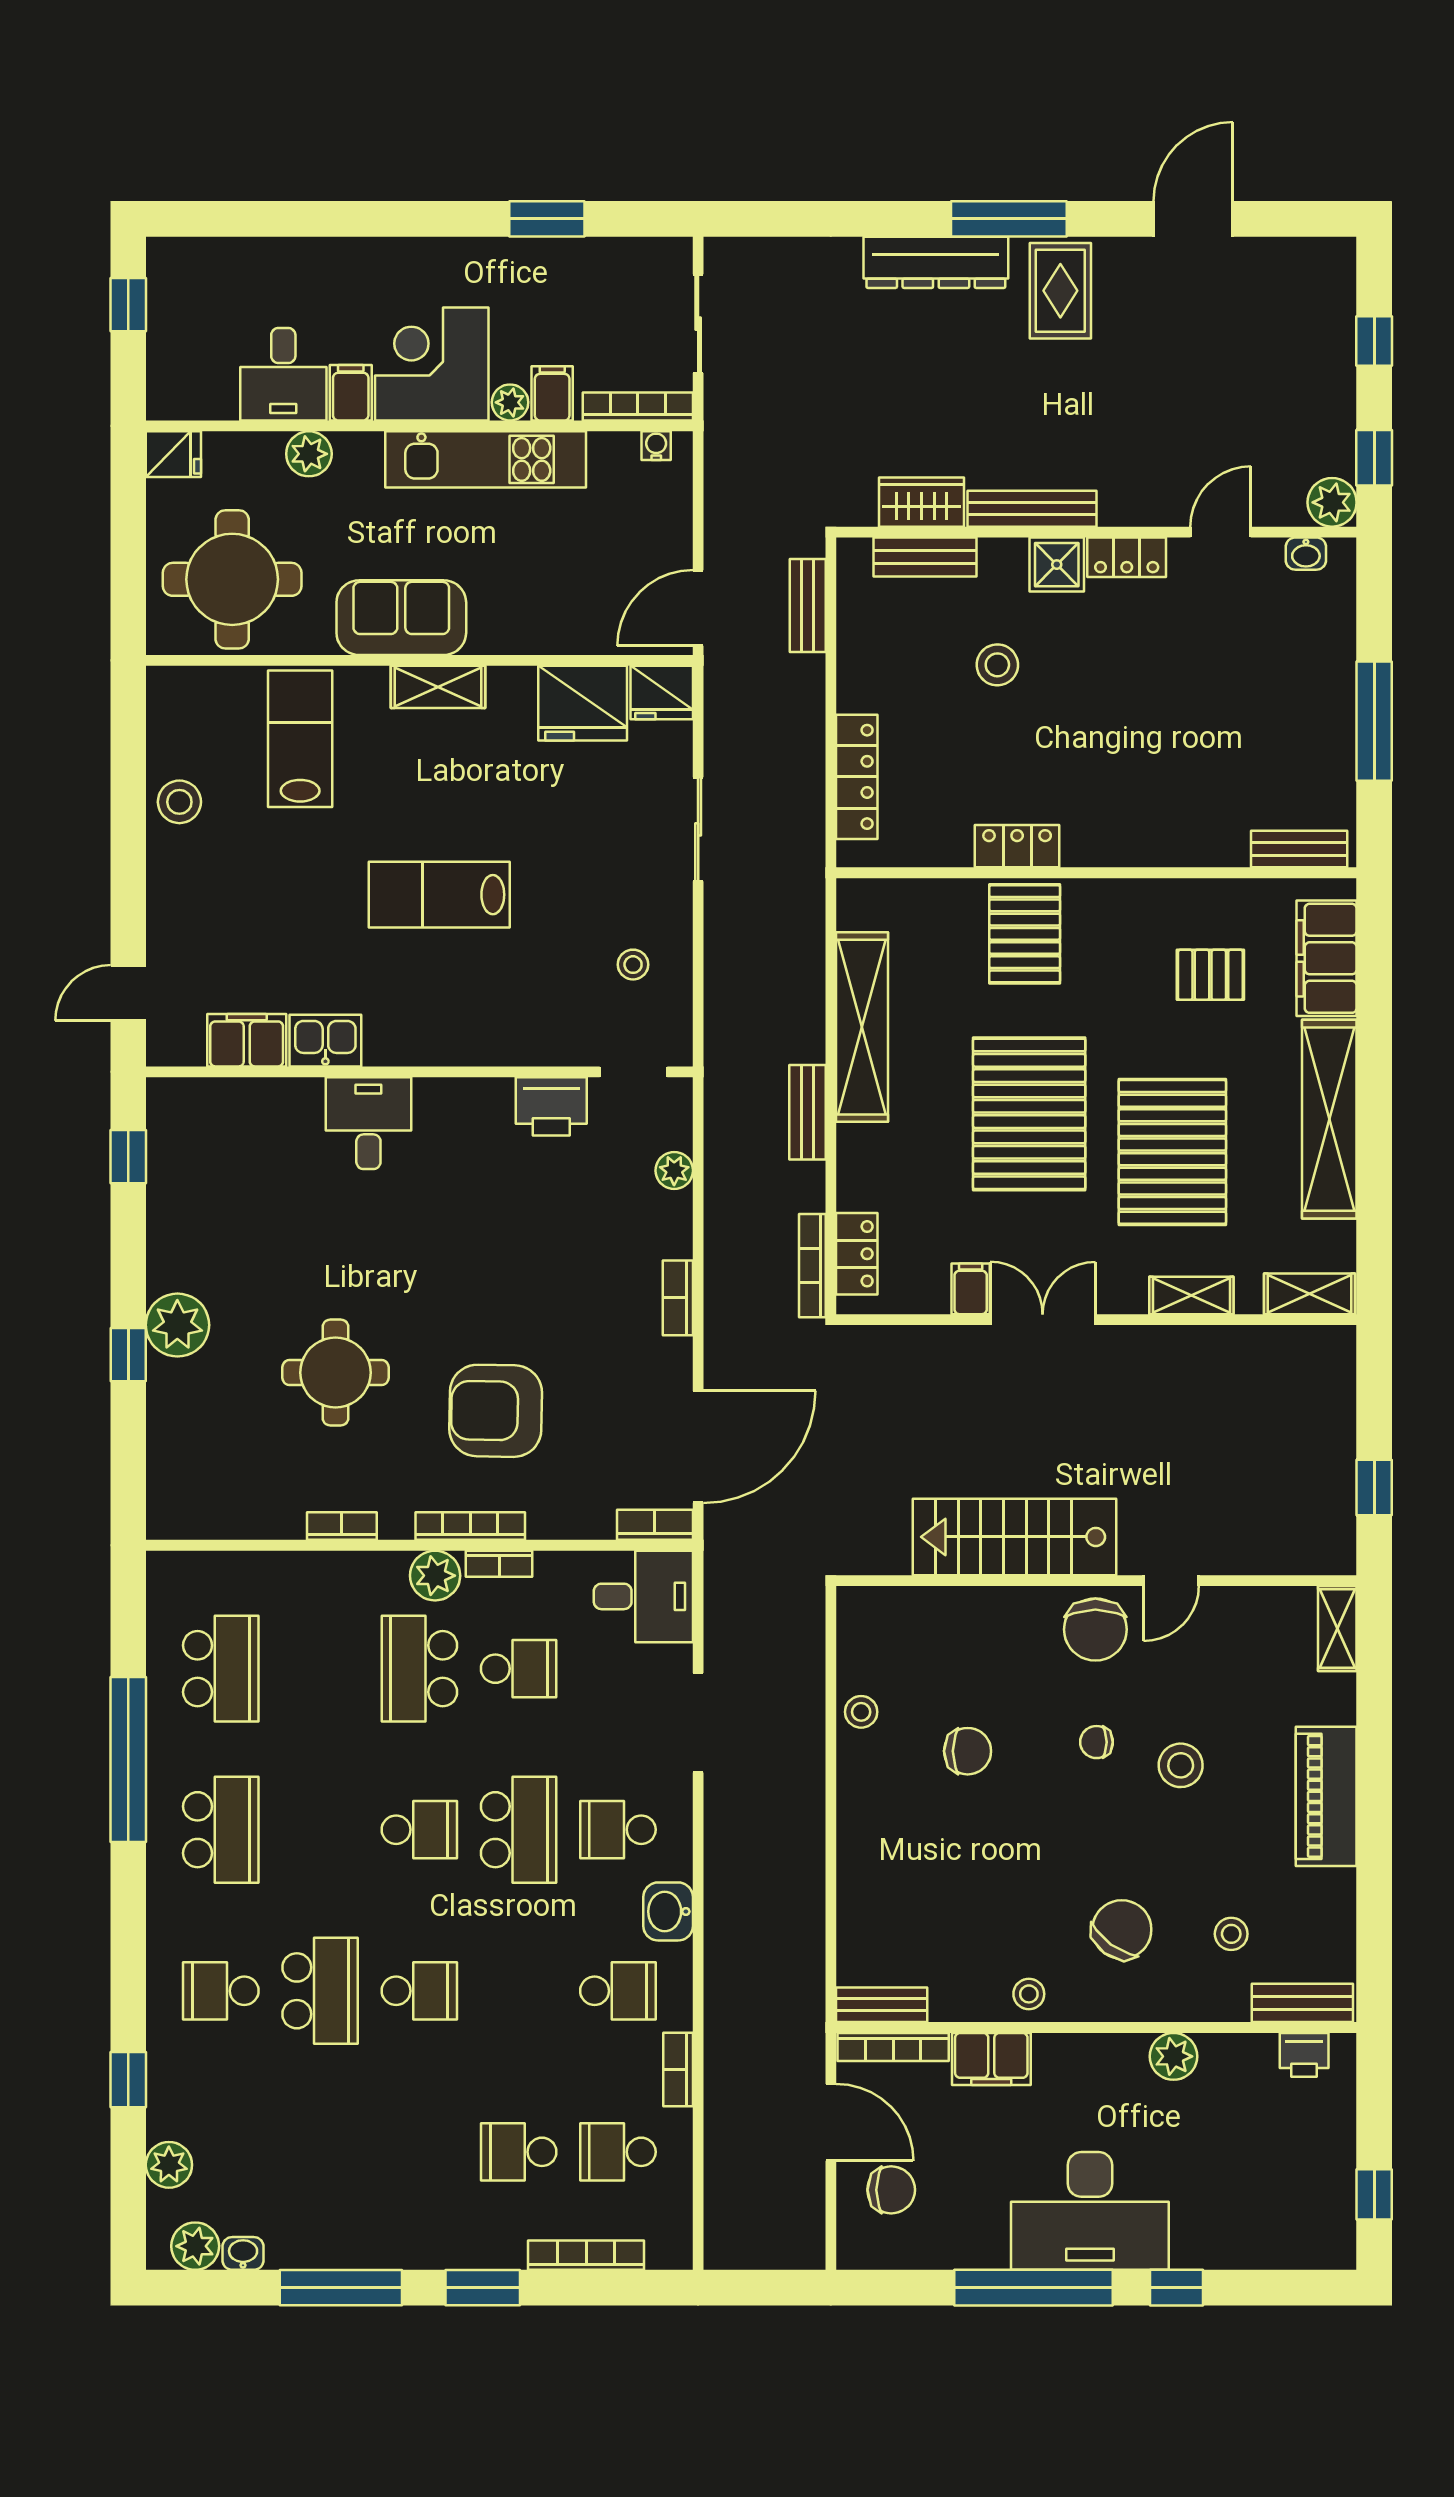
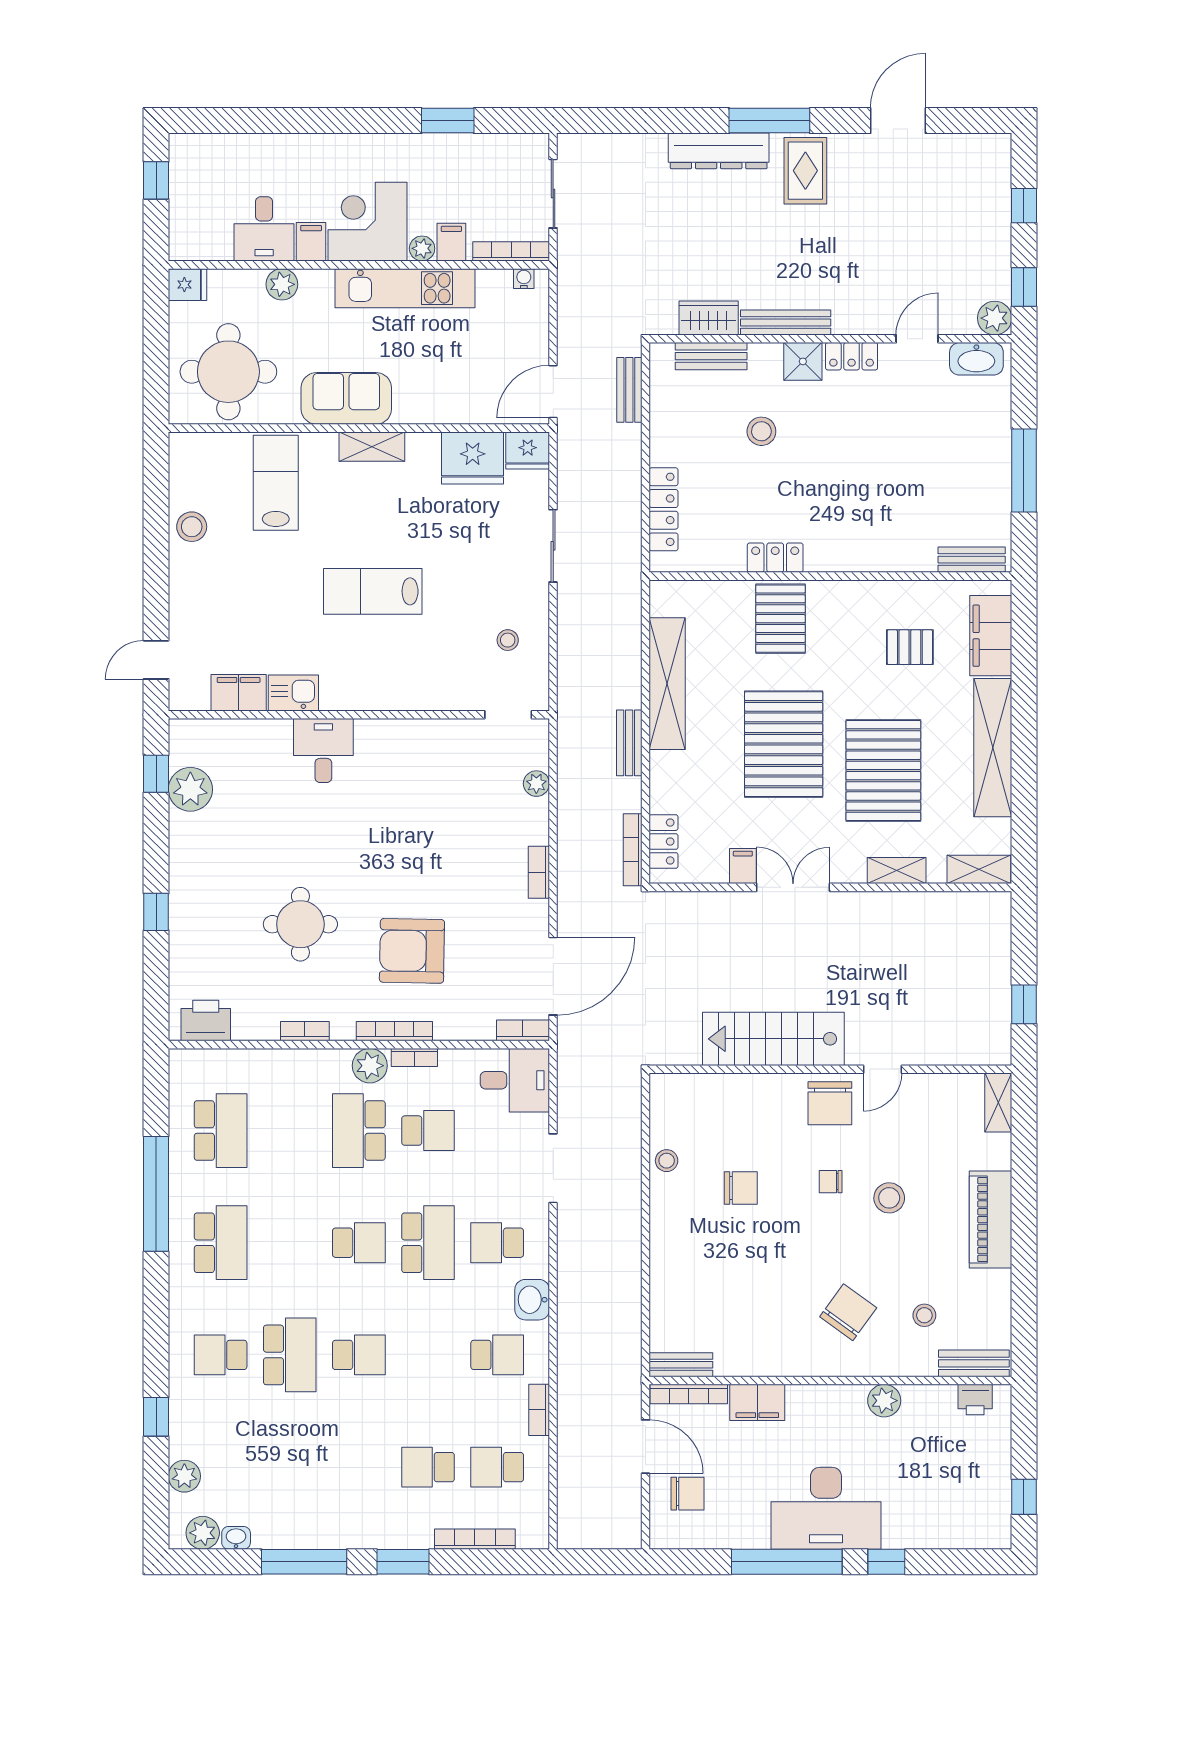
washbasin: (1306, 554) -> (976, 359), width x1.91, depth x1.45
printer: (551, 1106) -> (206, 1021), moved, turned 180
plant: (177, 1325) -> (190, 789), moved
stool: (1029, 1994) -> (783, 1357), removed

